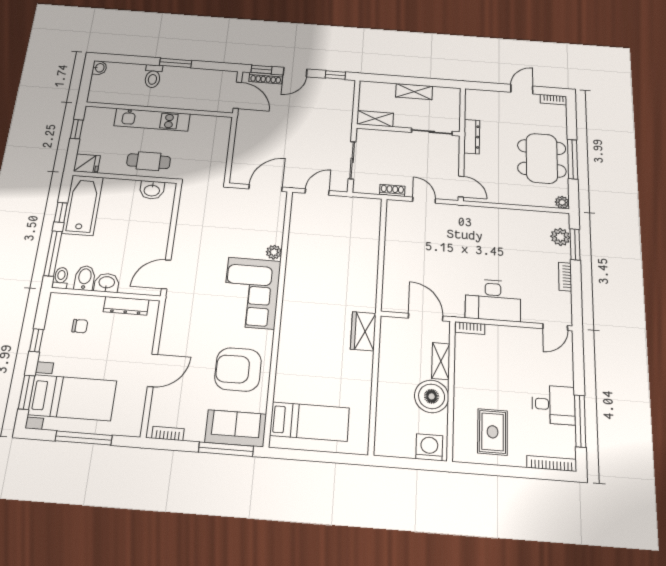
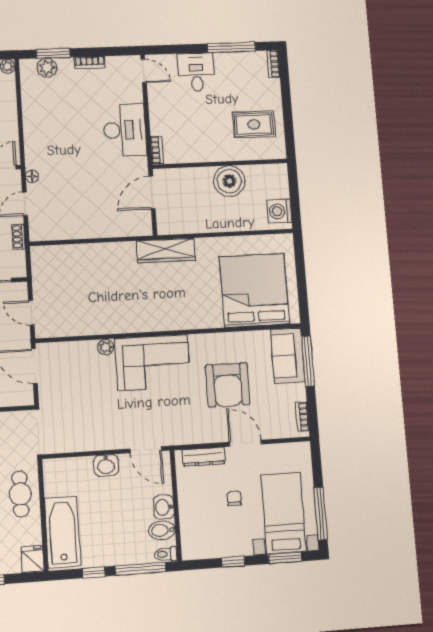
washbasin: (152, 190) -> (106, 465), moved, turned 90
bathtub: (83, 205) -> (63, 532), moved, turned 90
floor lamp: (451, 210) -> (32, 176), added
dresser: (126, 306) -> (204, 457), moved, turned 90
chair: (80, 326) -> (234, 498), moved
wardrobe: (363, 331) -> (166, 251), width x1.50
shelving: (441, 361) -> (194, 175), removed
armchair: (238, 369) -> (228, 385), moved
desk: (553, 405) -> (196, 72), moved
bed: (310, 422) -> (254, 290), width x2.04
window: (84, 438) -> (321, 514), moved
washing machine: (429, 447) -> (279, 211), moved
bookcase: (552, 463) -> (273, 64), width x0.64

